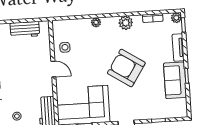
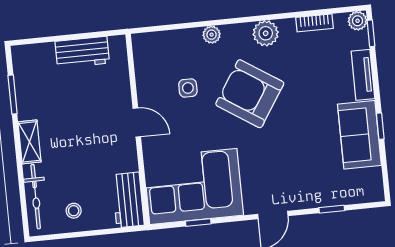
side table: (65, 47) -> (188, 88), moved
armchair: (126, 68) -> (250, 94), moved

